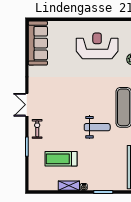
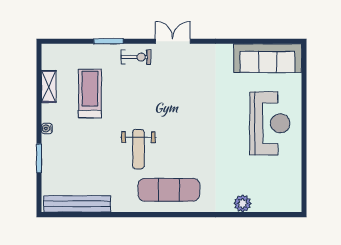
reception desk: (97, 46) -> (270, 123), moved
shelving: (69, 186) -> (49, 86), moved

